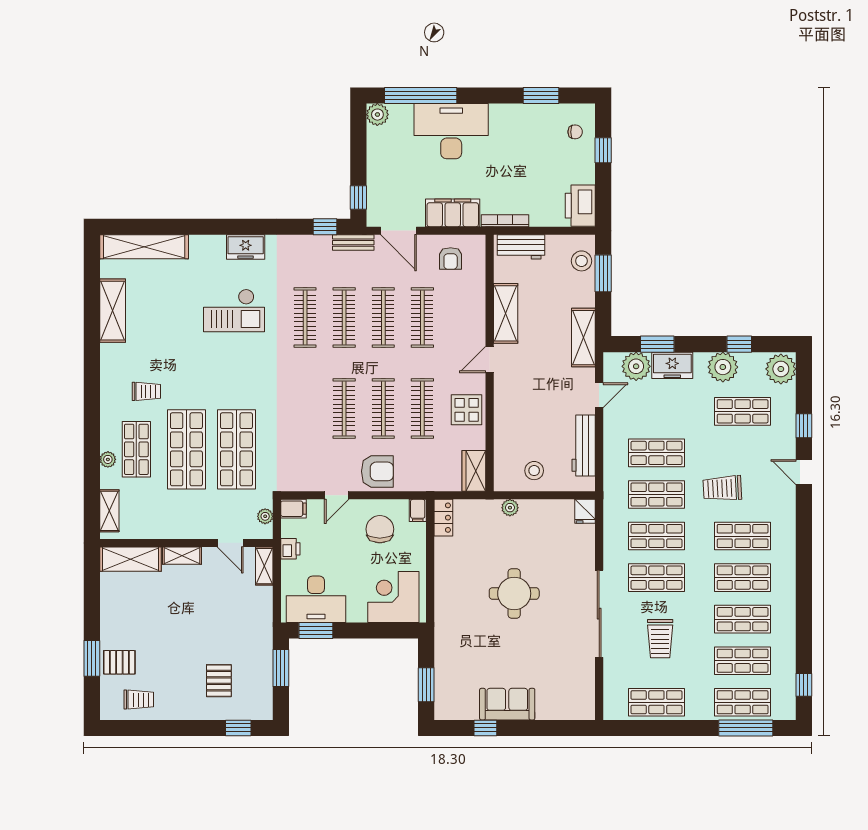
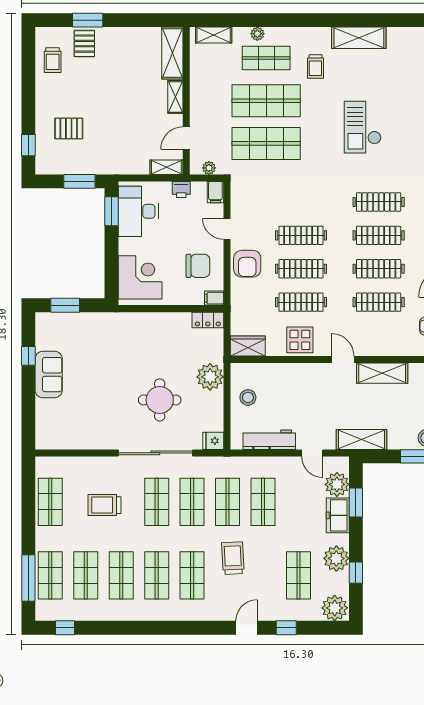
checkout: (234, 310) -> (363, 127), moved
shelving: (113, 311) -> (359, 38), moved
plant: (510, 508) -> (210, 377), width x1.88, depth x1.88
round table: (514, 593) -> (160, 400), moved
sliding door: (599, 614) -> (155, 453), moved

